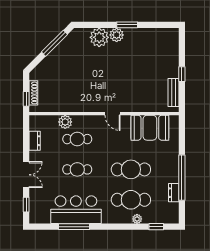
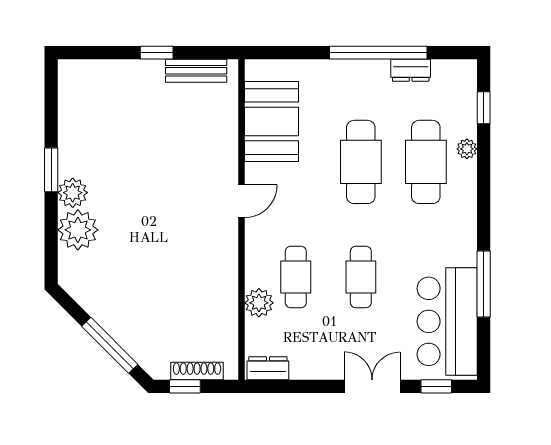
window: (54, 43) -> (110, 345), moved
window: (26, 99) -> (185, 386), moved
dresser: (35, 141) -> (268, 368), moved
bar counter: (76, 210) -> (447, 321), moved

